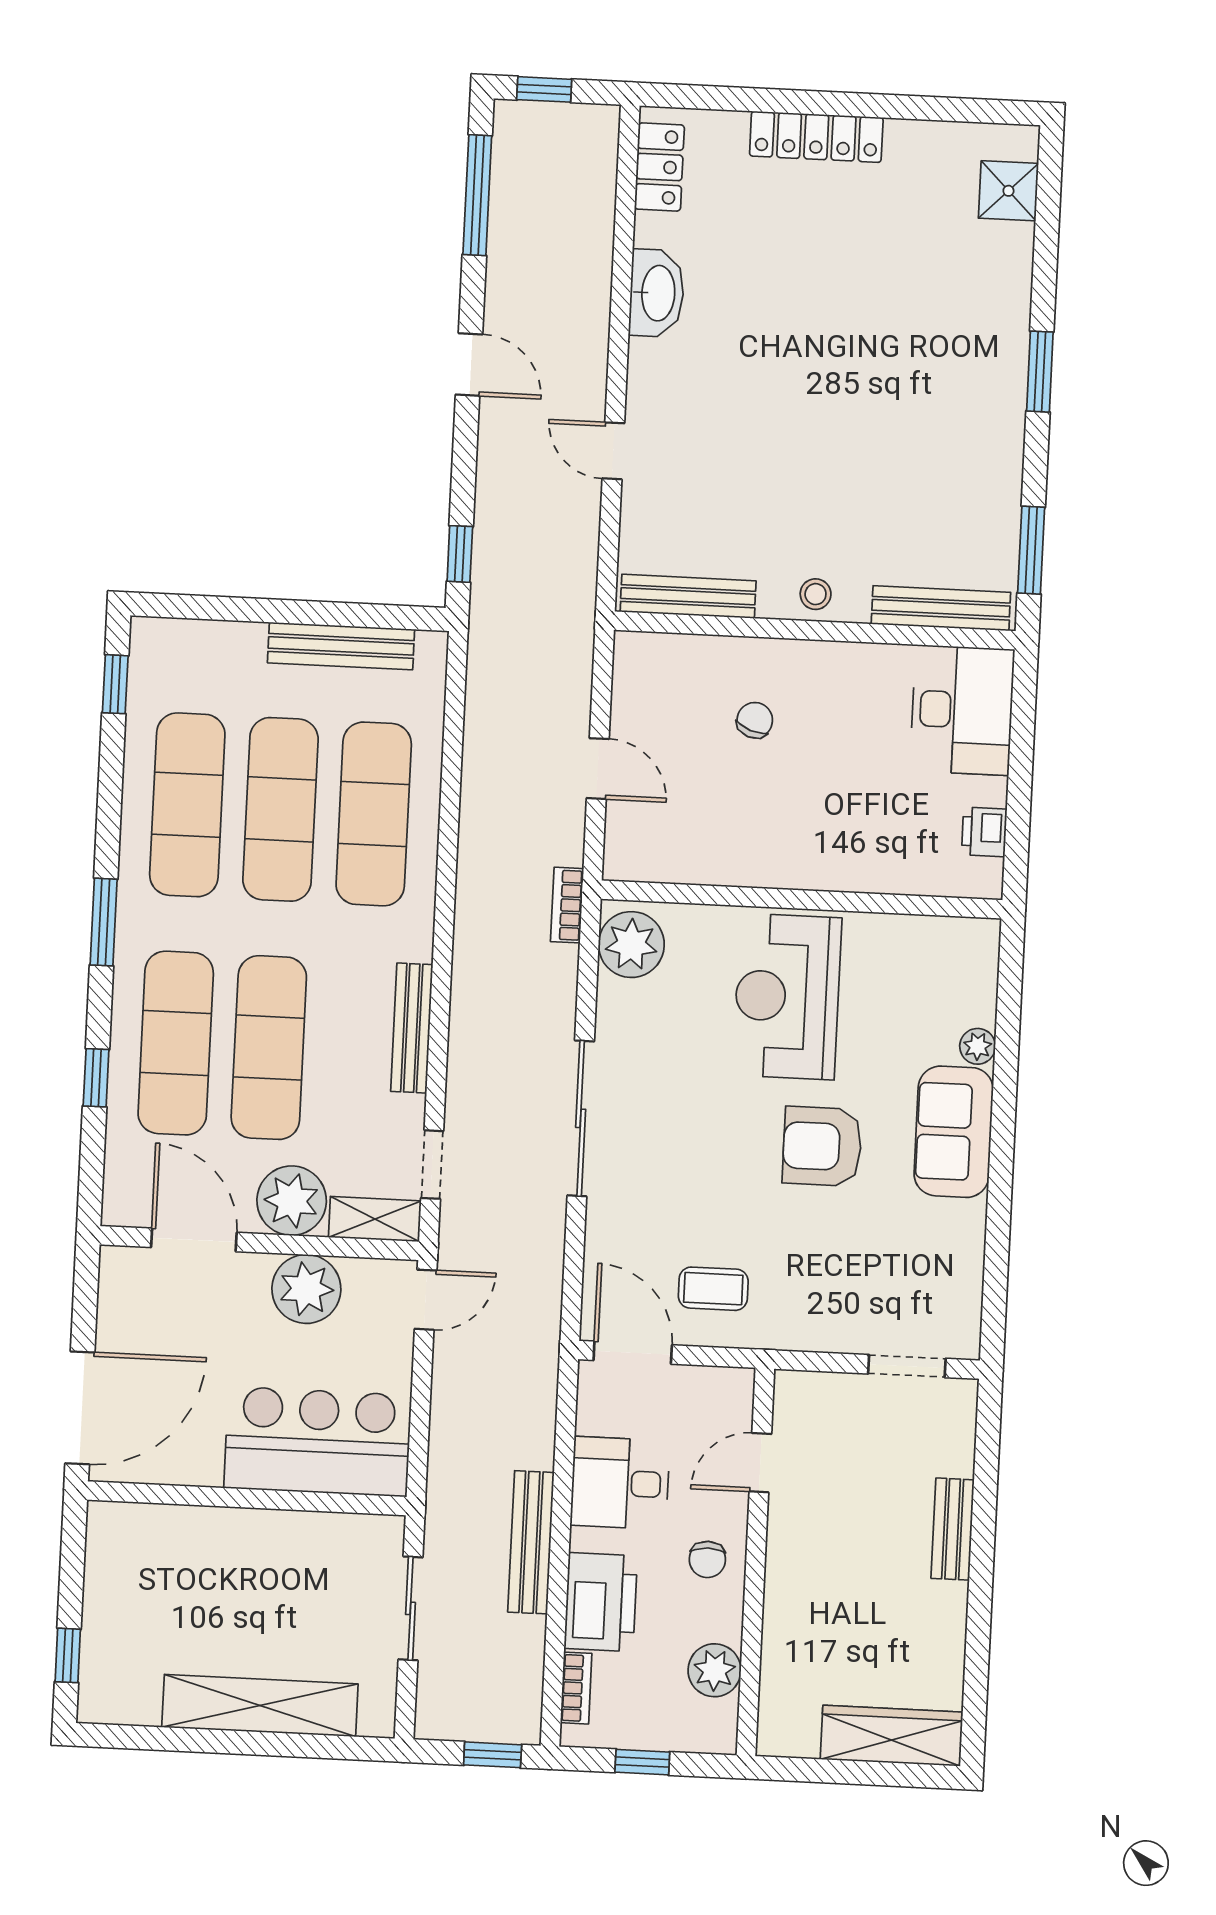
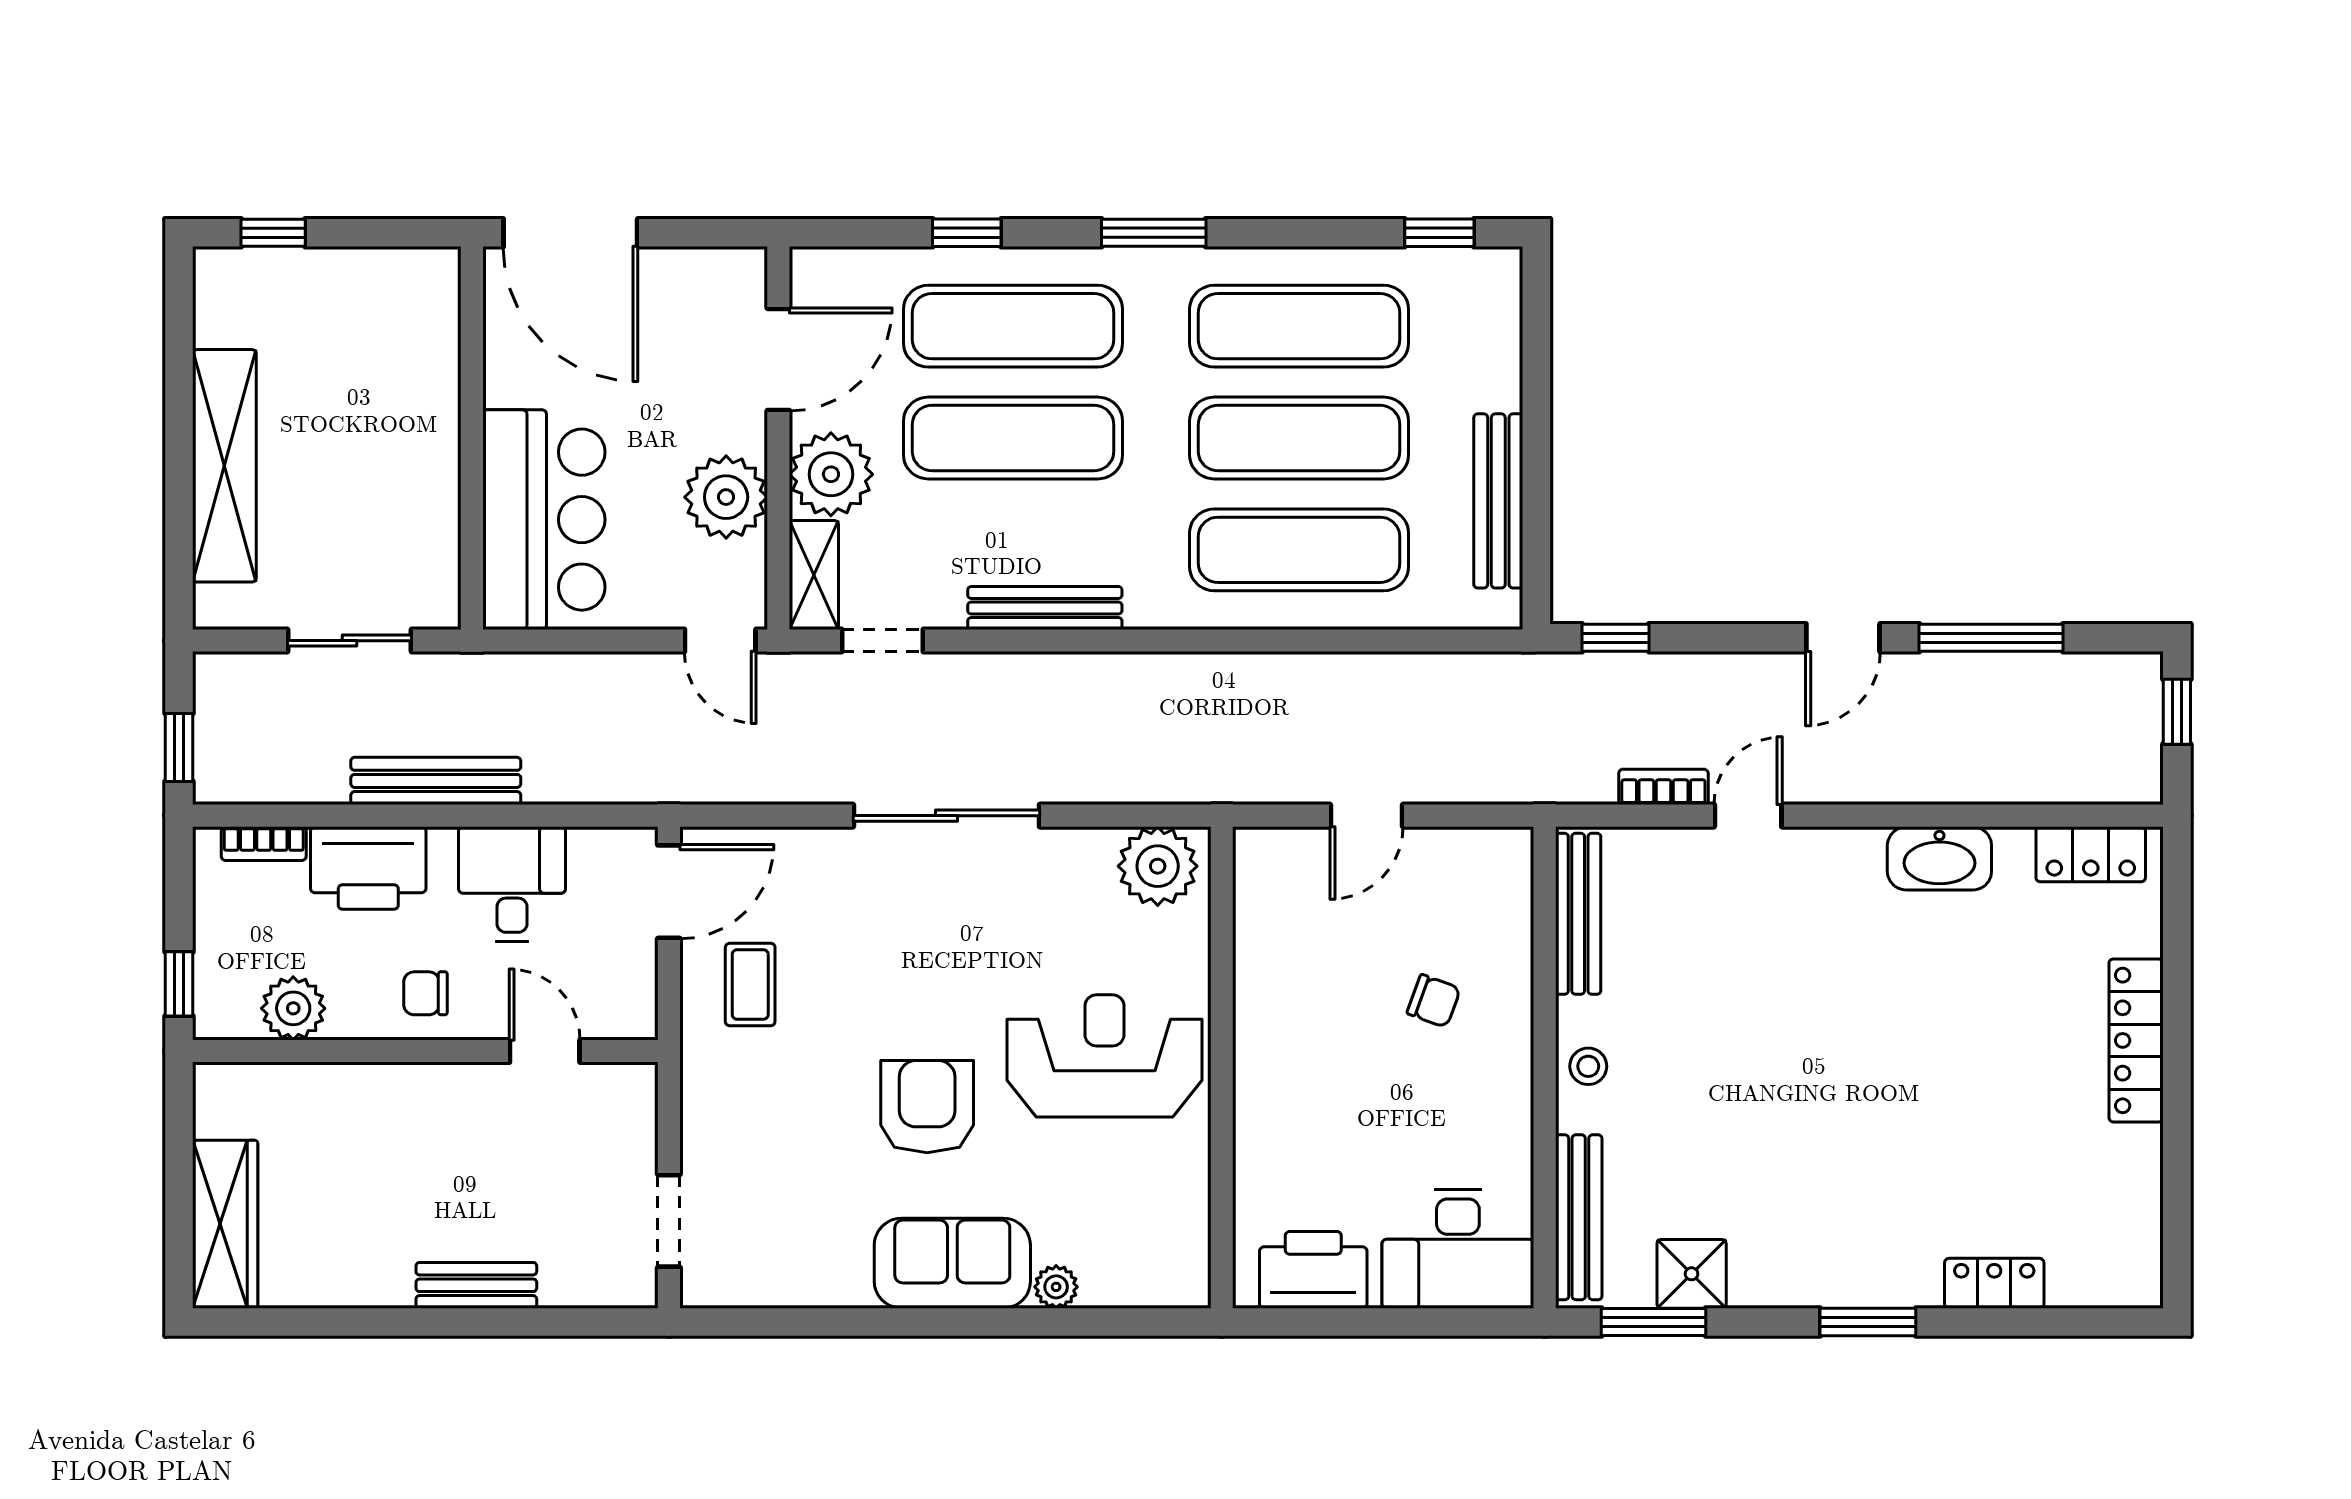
shower: (1008, 191) -> (1692, 1274), moved
window: (477, 195) -> (1991, 638), moved
locker: (1013, 265) -> (1994, 1283), added
printer: (984, 832) -> (1313, 1270), width x1.87, depth x1.48
bookcase: (567, 905) -> (1663, 787), moved
window: (642, 1762) -> (179, 984), moved

